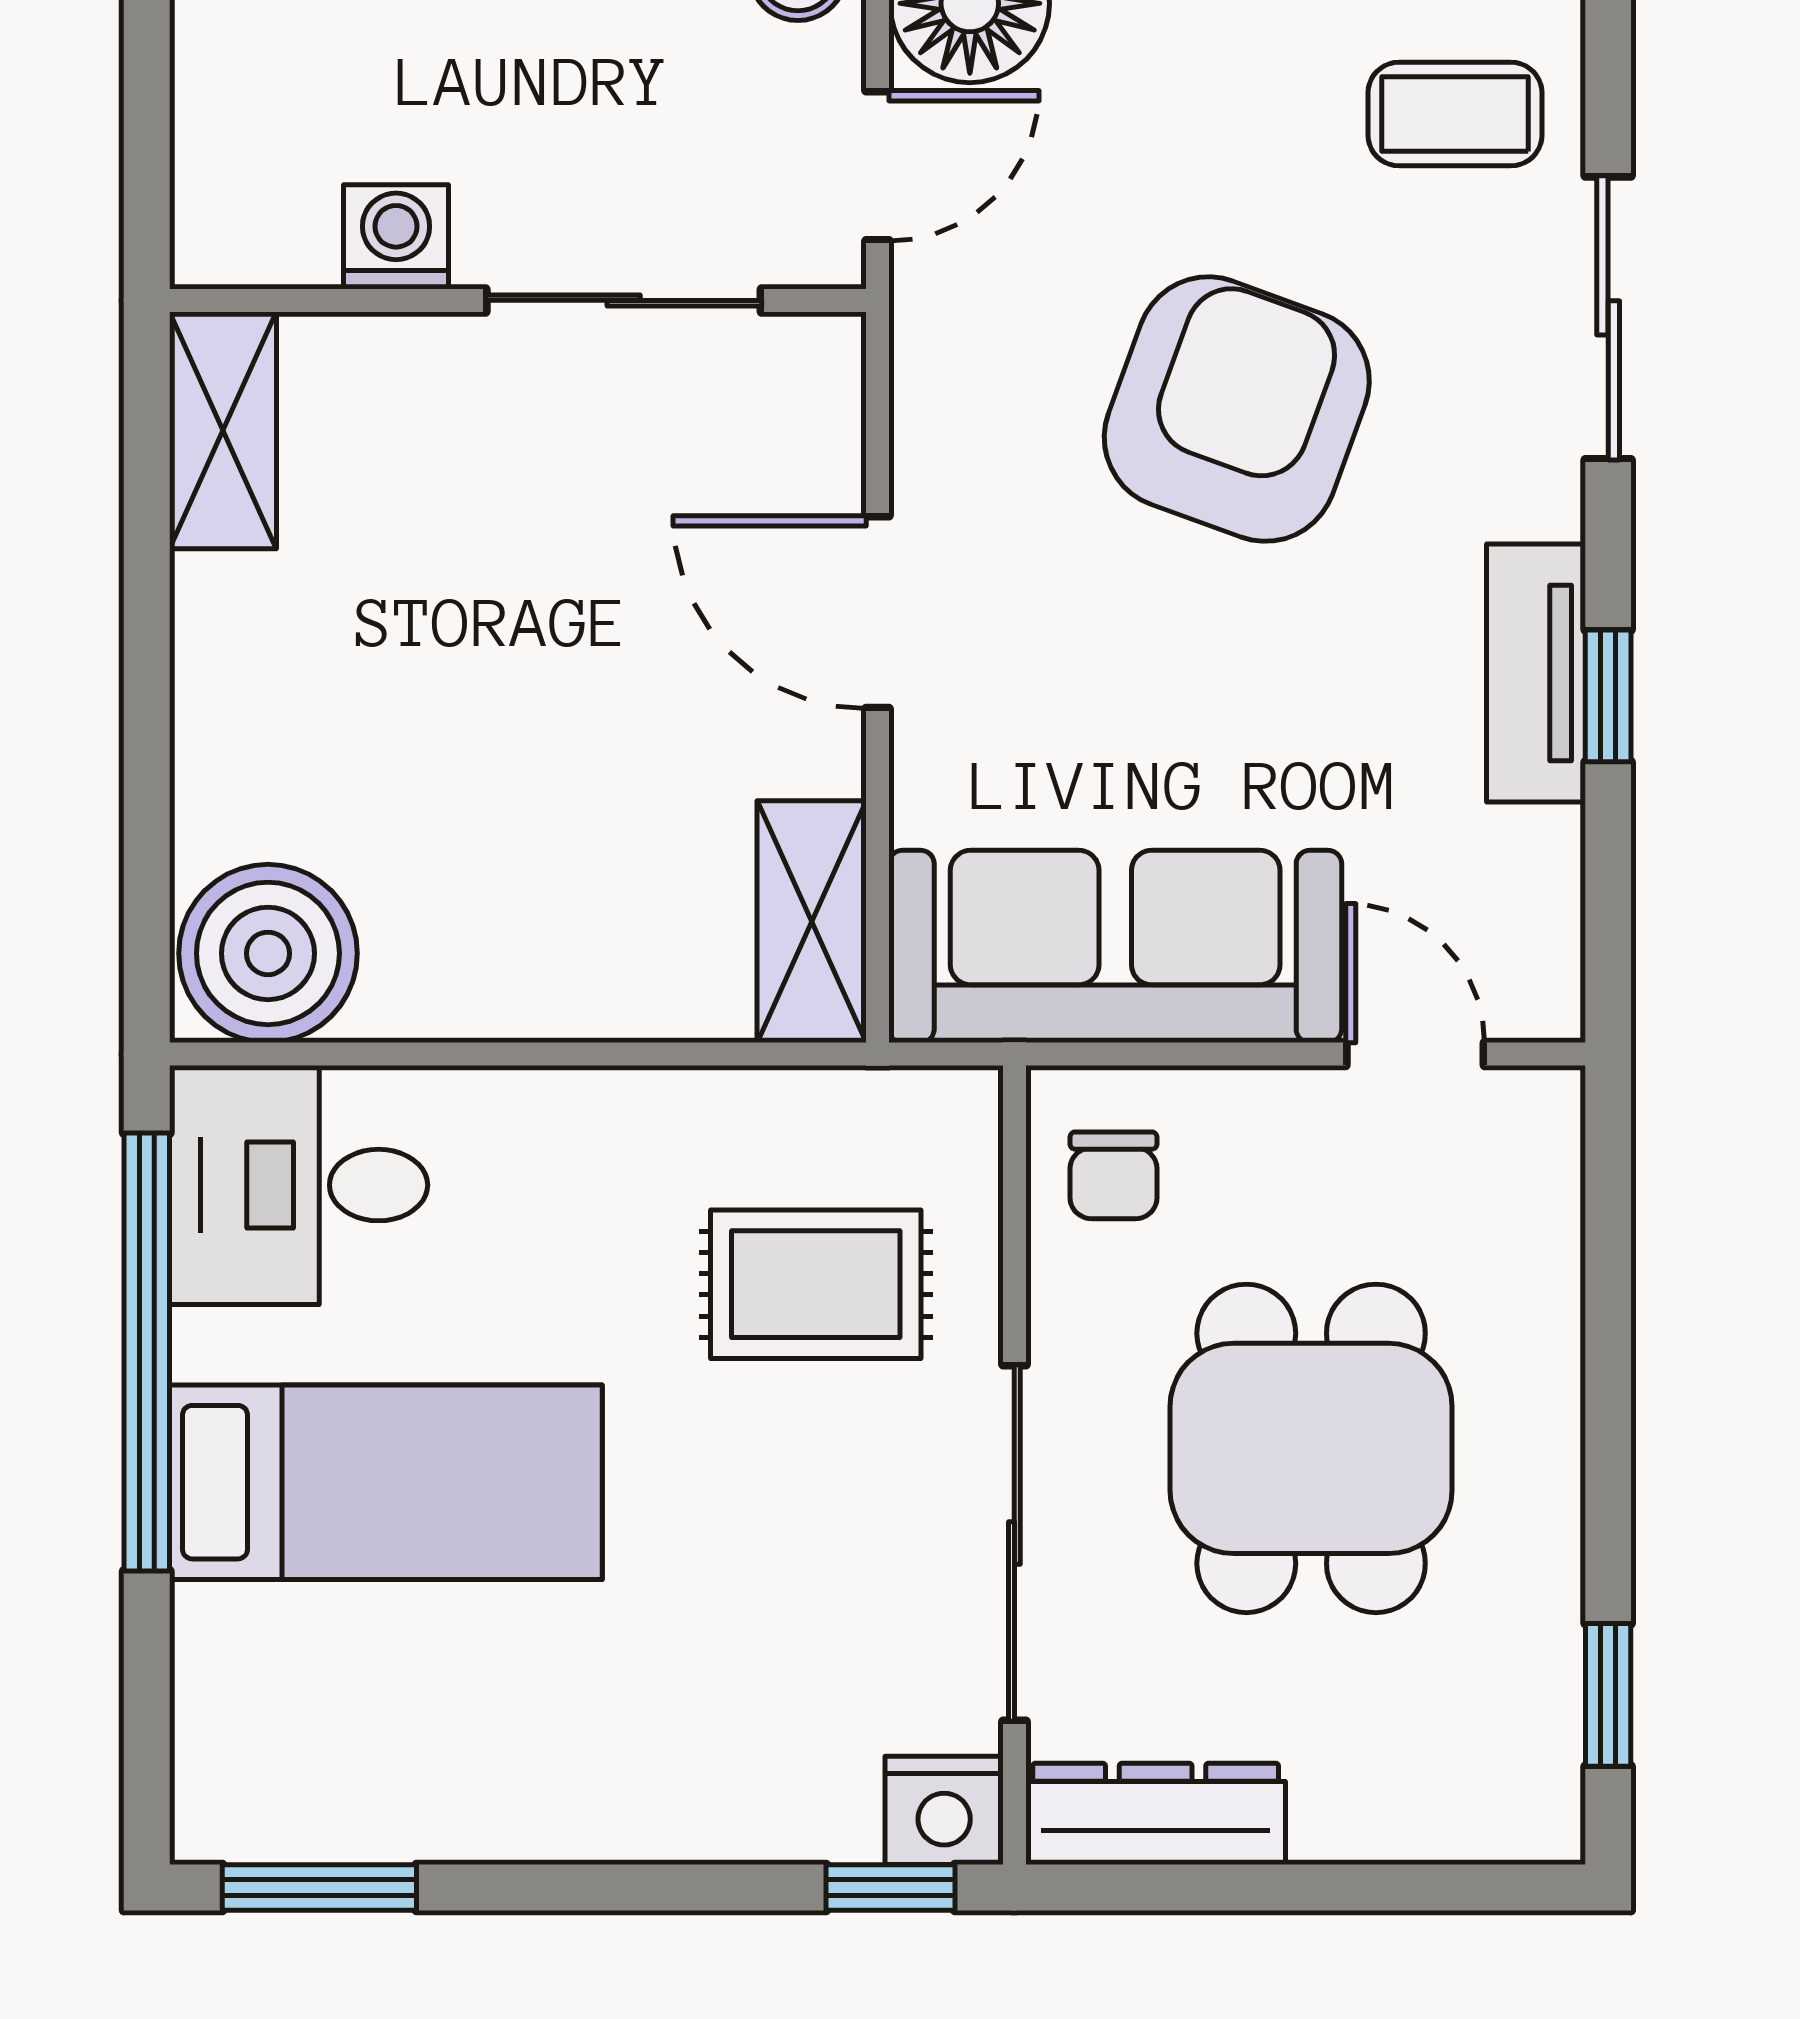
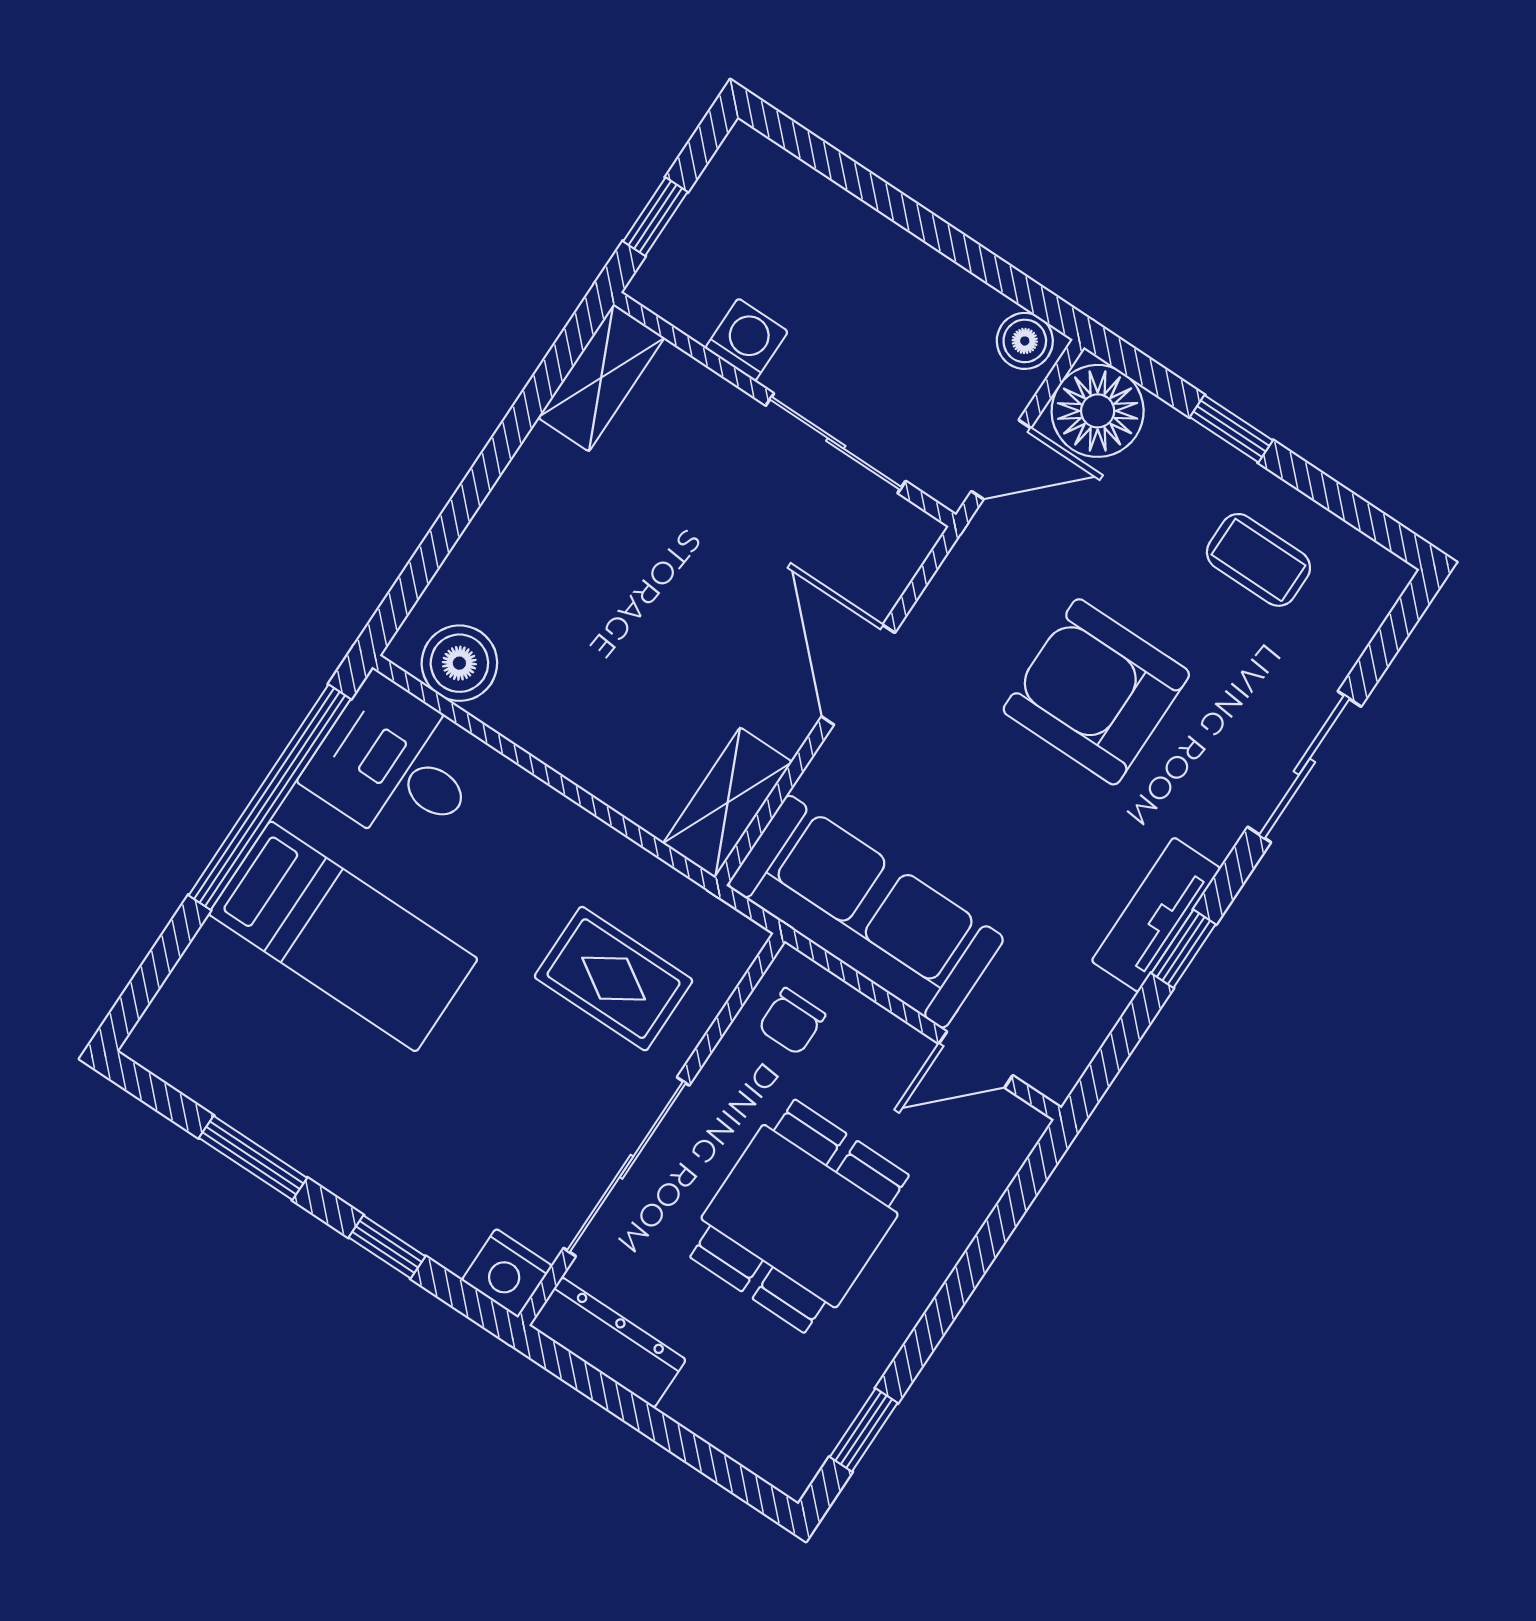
coffee table: (1455, 114) -> (1258, 560), moved
window: (147, 147) -> (655, 217), added
armchair: (1237, 409) -> (1096, 692), turned -110
boiler: (268, 953) -> (459, 663), width x0.73, depth x0.73
door: (1415, 1054) -> (976, 1060), swing flipped
window: (319, 1887) -> (253, 1158), moved
window: (890, 1887) -> (387, 1247), moved

